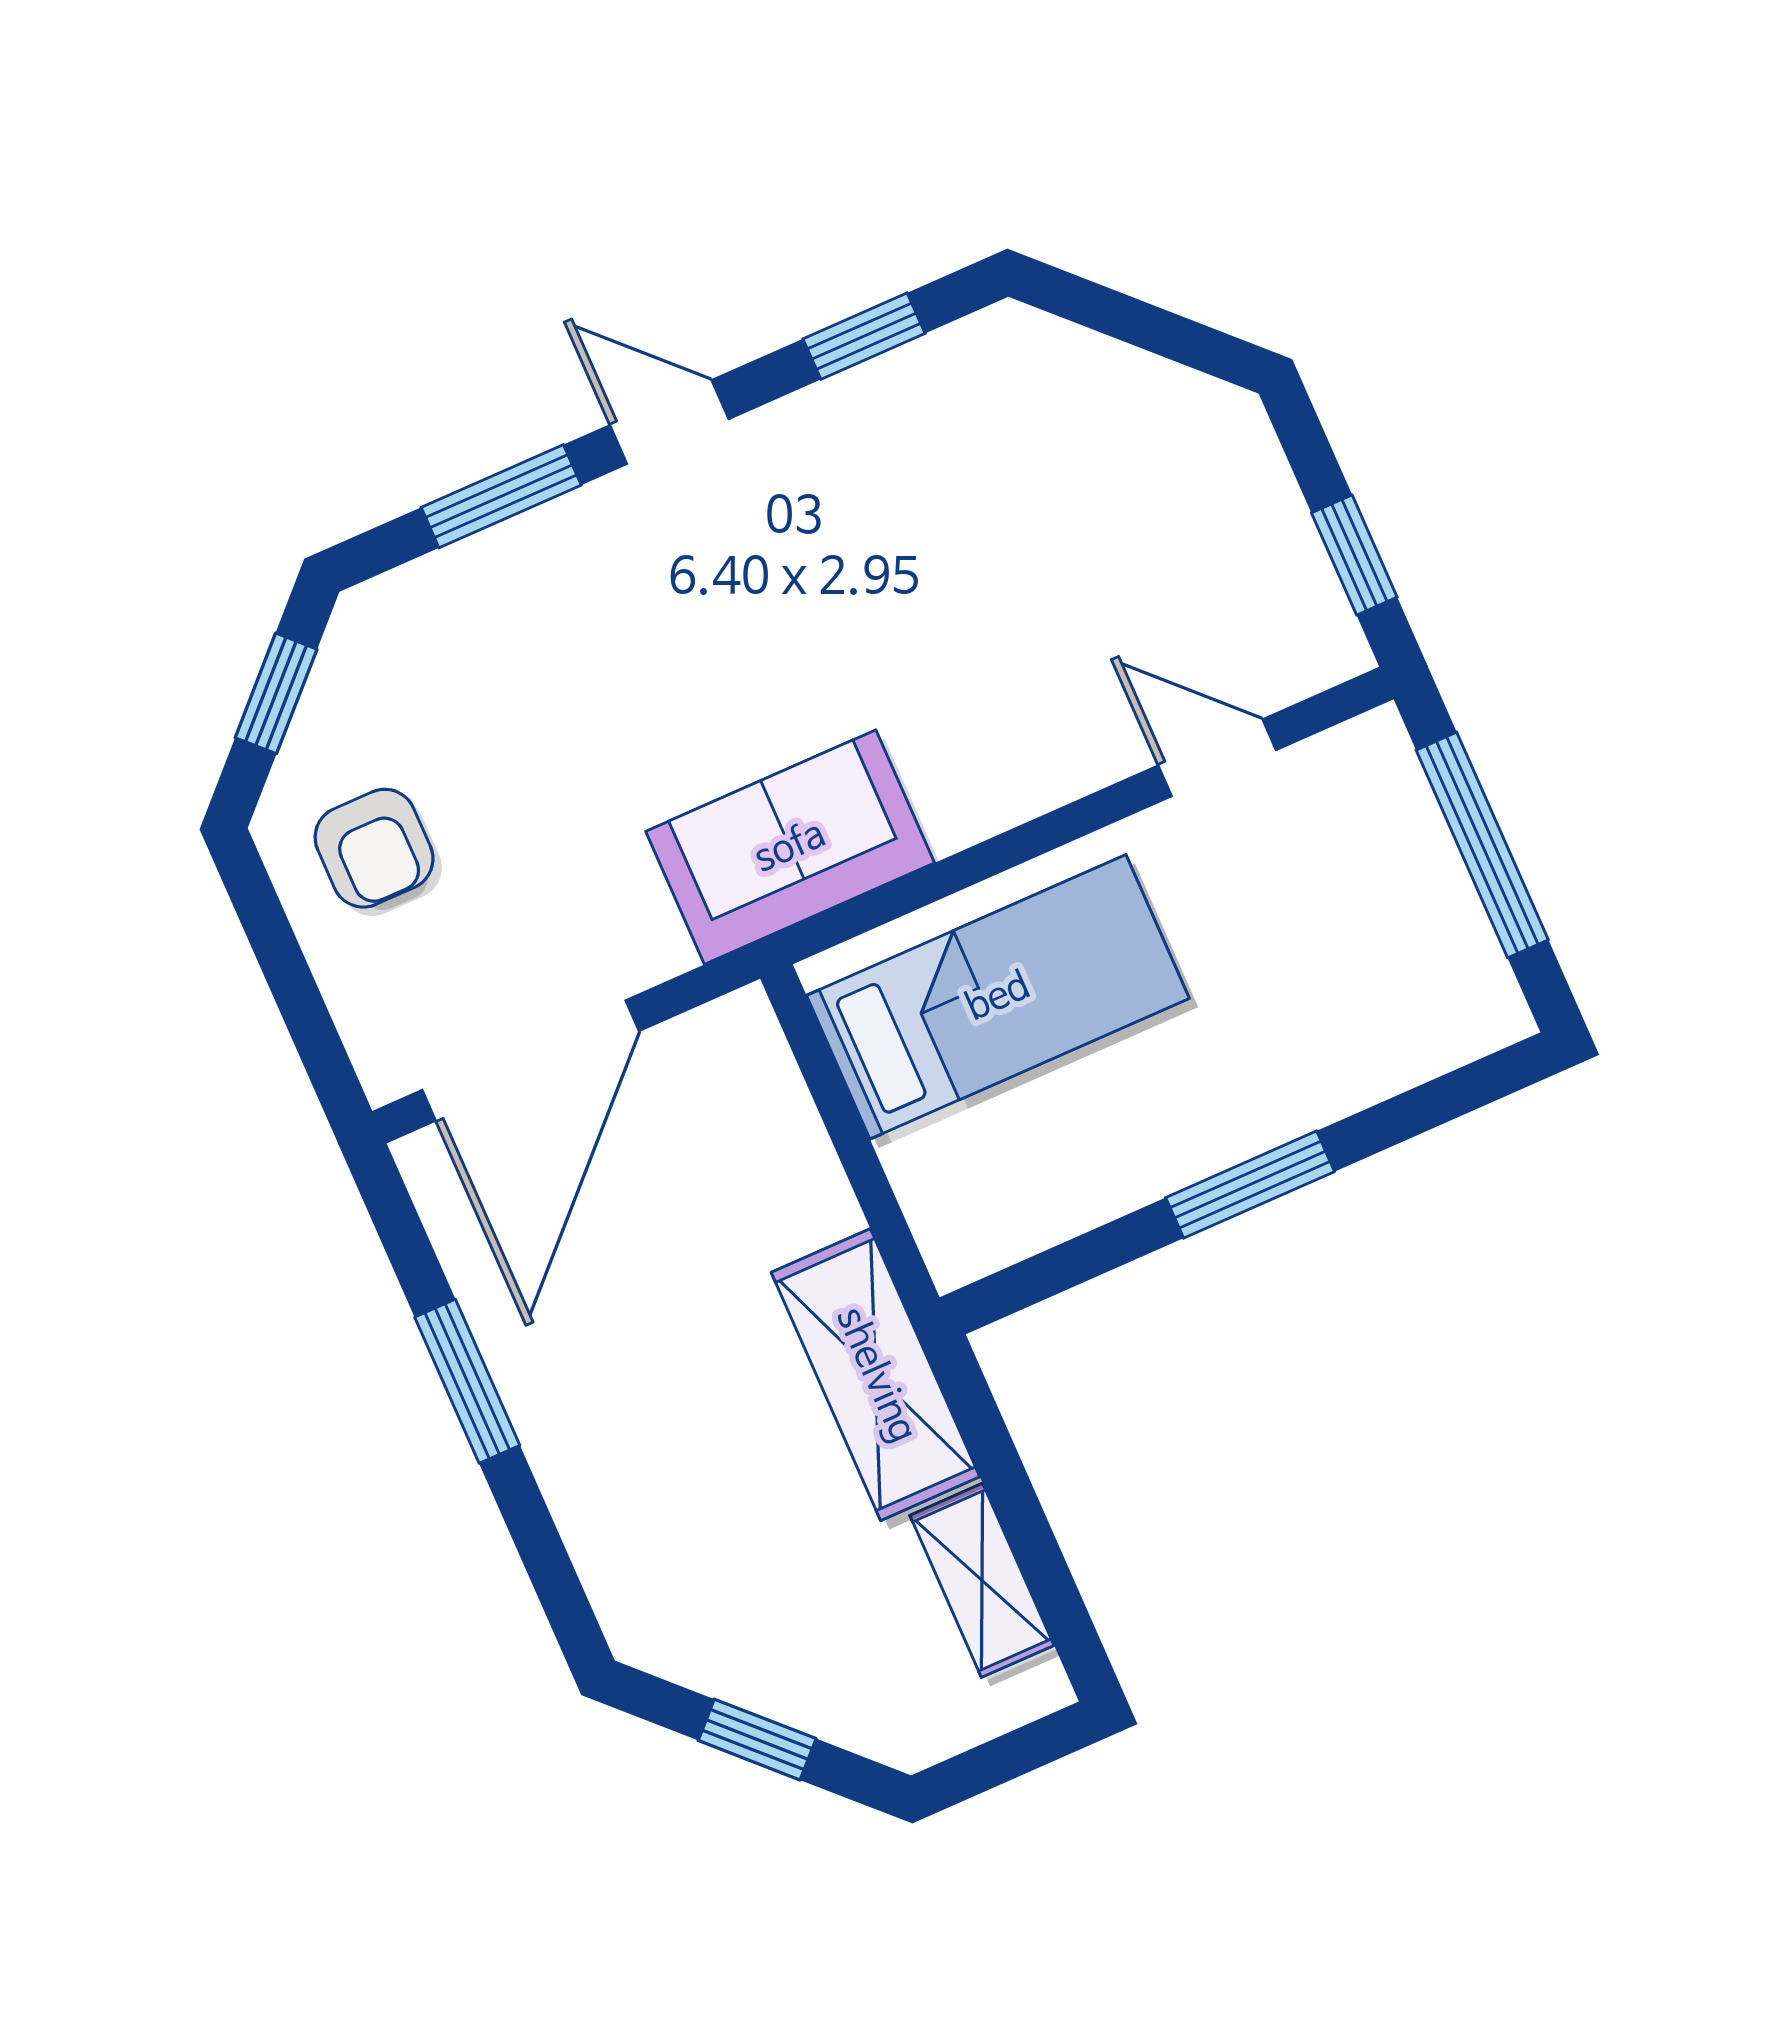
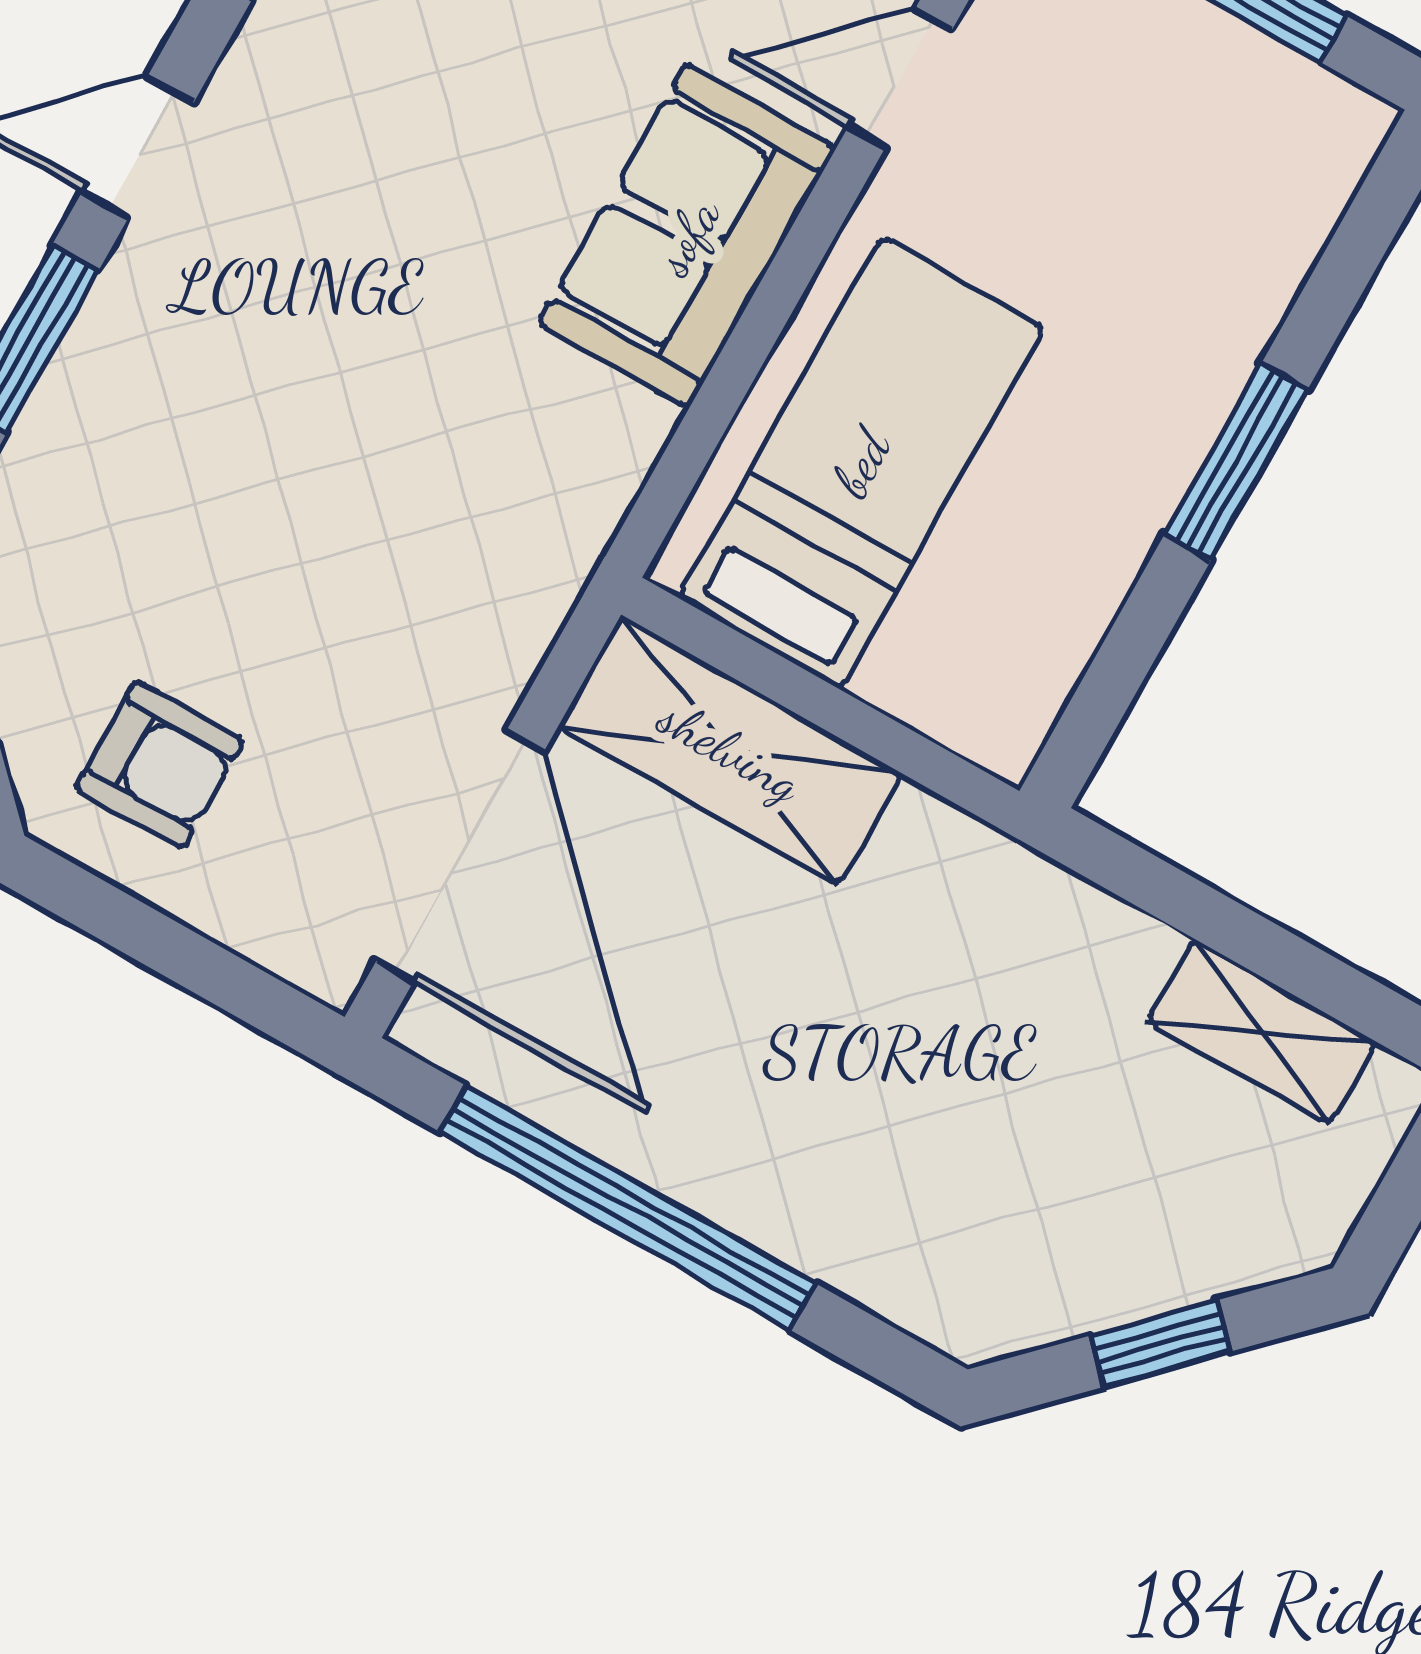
sofa: (790, 847) -> (687, 236), moved
shelving: (876, 1375) -> (730, 750), moved
window: (467, 1381) -> (628, 1208), width x2.11

